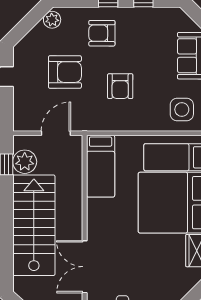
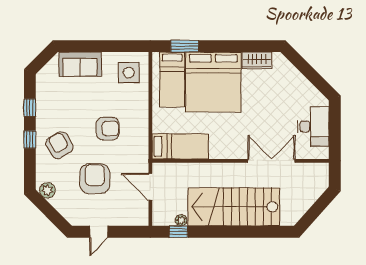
armchair: (102, 33) -> (60, 145), turned 151
plant: (25, 162) -> (181, 220), width x0.53, depth x0.53
double door: (85, 267) -> (271, 161), swing flipped

